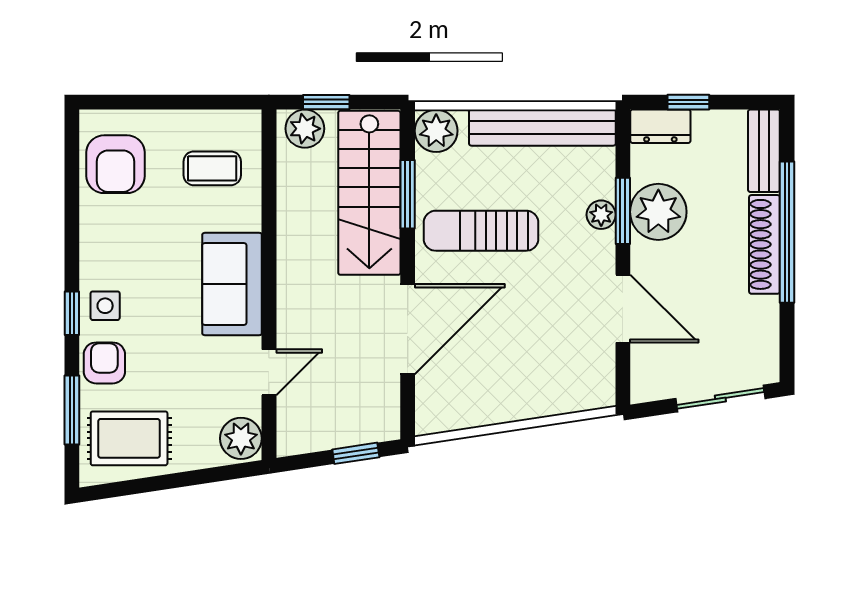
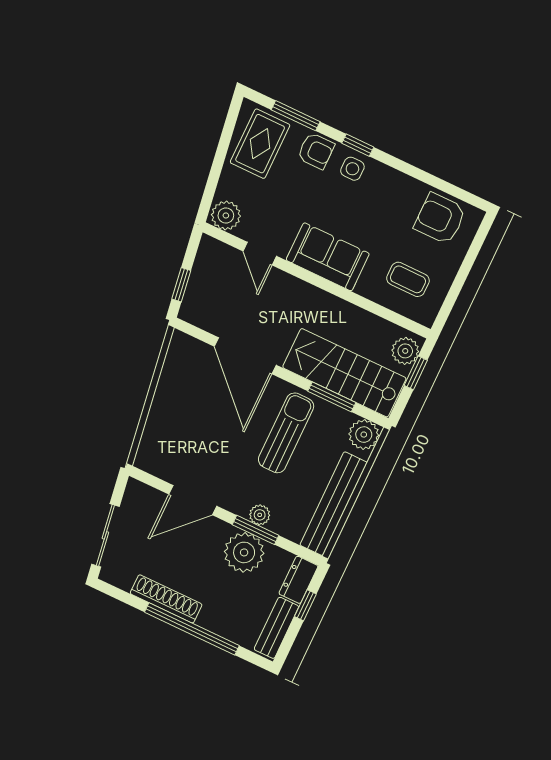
bench: (764, 151) -> (276, 628), moved, turned 90
coffee table: (212, 168) -> (408, 279), turned 90
shoe rack: (764, 244) -> (166, 599), moved

